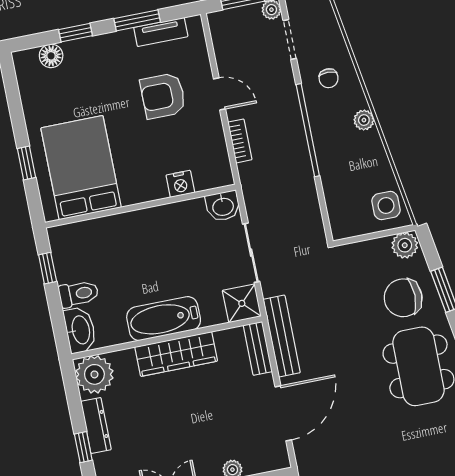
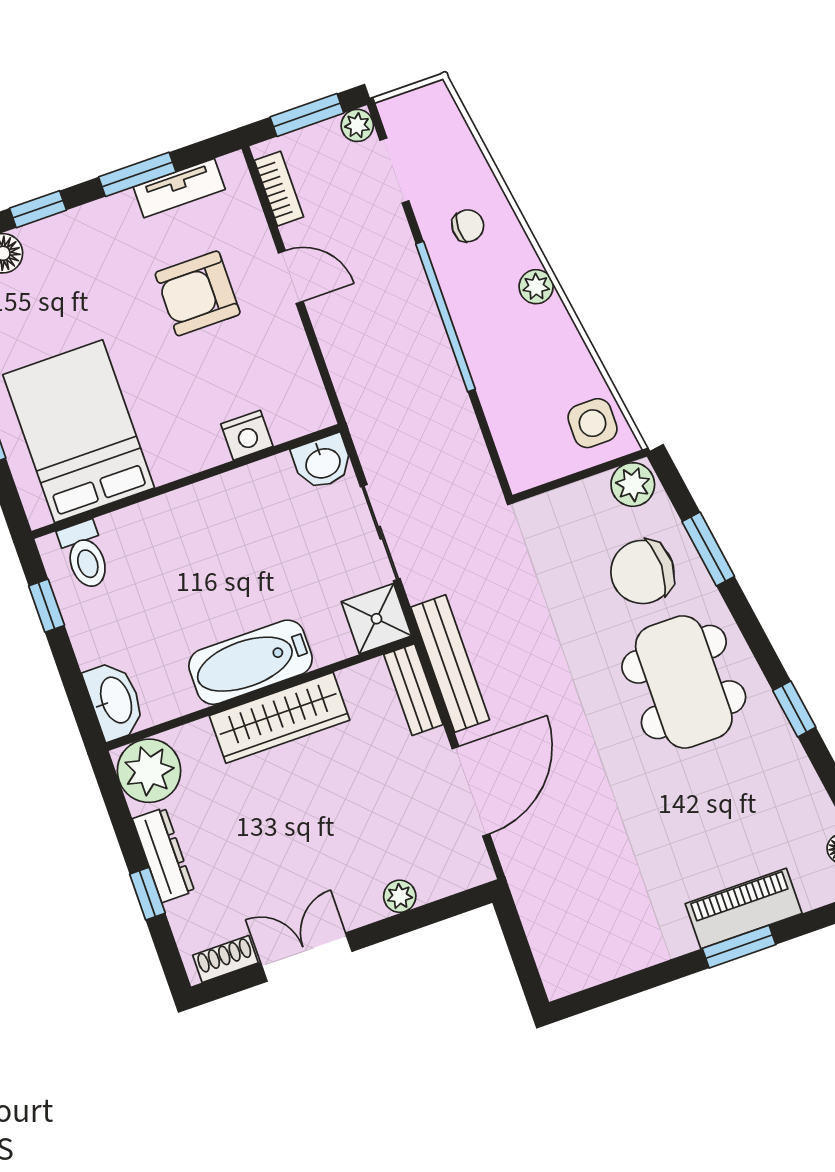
chair: (329, 78) -> (468, 226), turned -90
bookcase: (240, 141) -> (279, 189), moved
toilet: (79, 294) -> (85, 555), moved, turned 90

